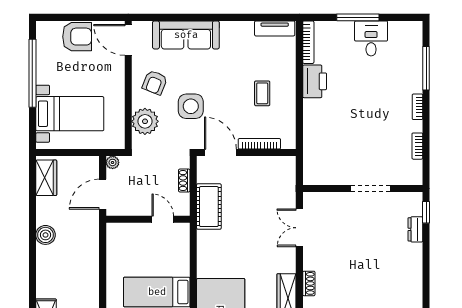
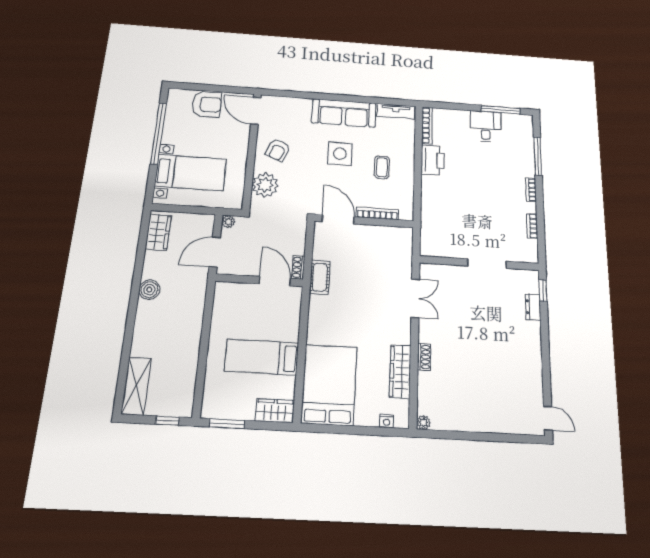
window: (358, 17) -> (501, 110), moved
sofa: (186, 35) -> (344, 113), moved
side table: (191, 106) -> (340, 154), moved
shoe rack: (184, 181) -> (298, 267), moved
cot: (209, 207) -> (320, 277), width x0.73, depth x0.75
door: (163, 219) -> (275, 281), width x1.38
double door: (299, 228) -> (415, 298), swing flipped

